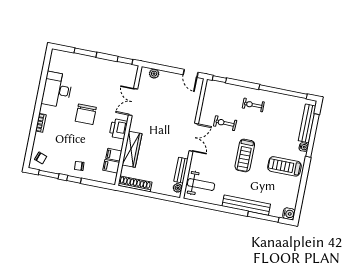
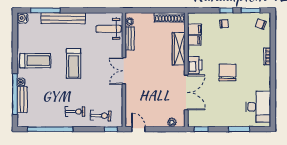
desk: (57, 90) -> (258, 107), moved
double door: (133, 102) -> (186, 92), width x1.37
exercise bike: (225, 123) -> (101, 116), moved
bench: (307, 123) -> (22, 100), width x0.73
treadmill: (245, 155) -> (74, 64), turned 180

